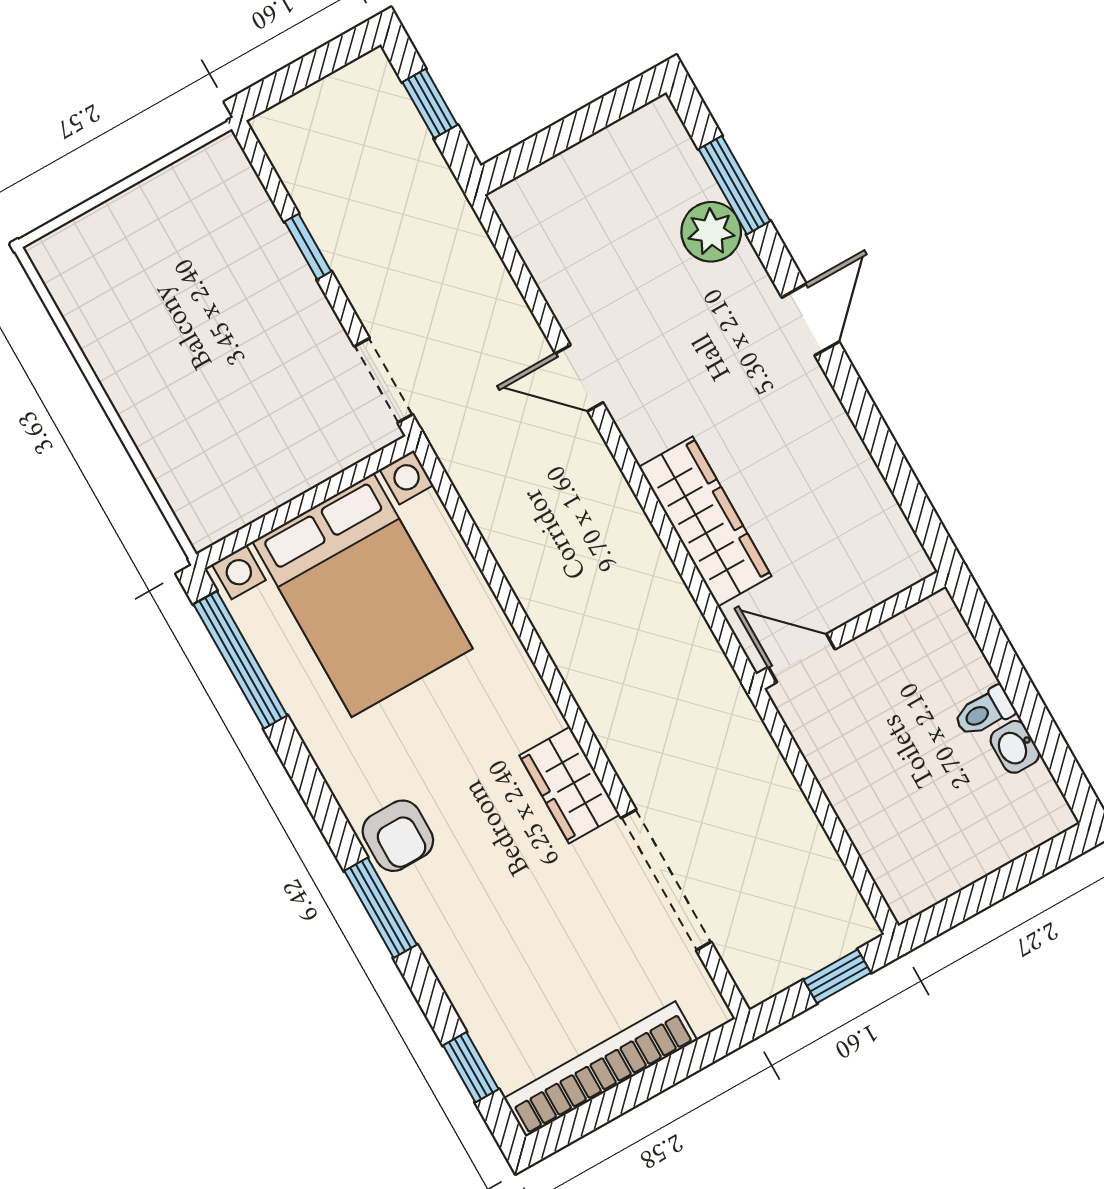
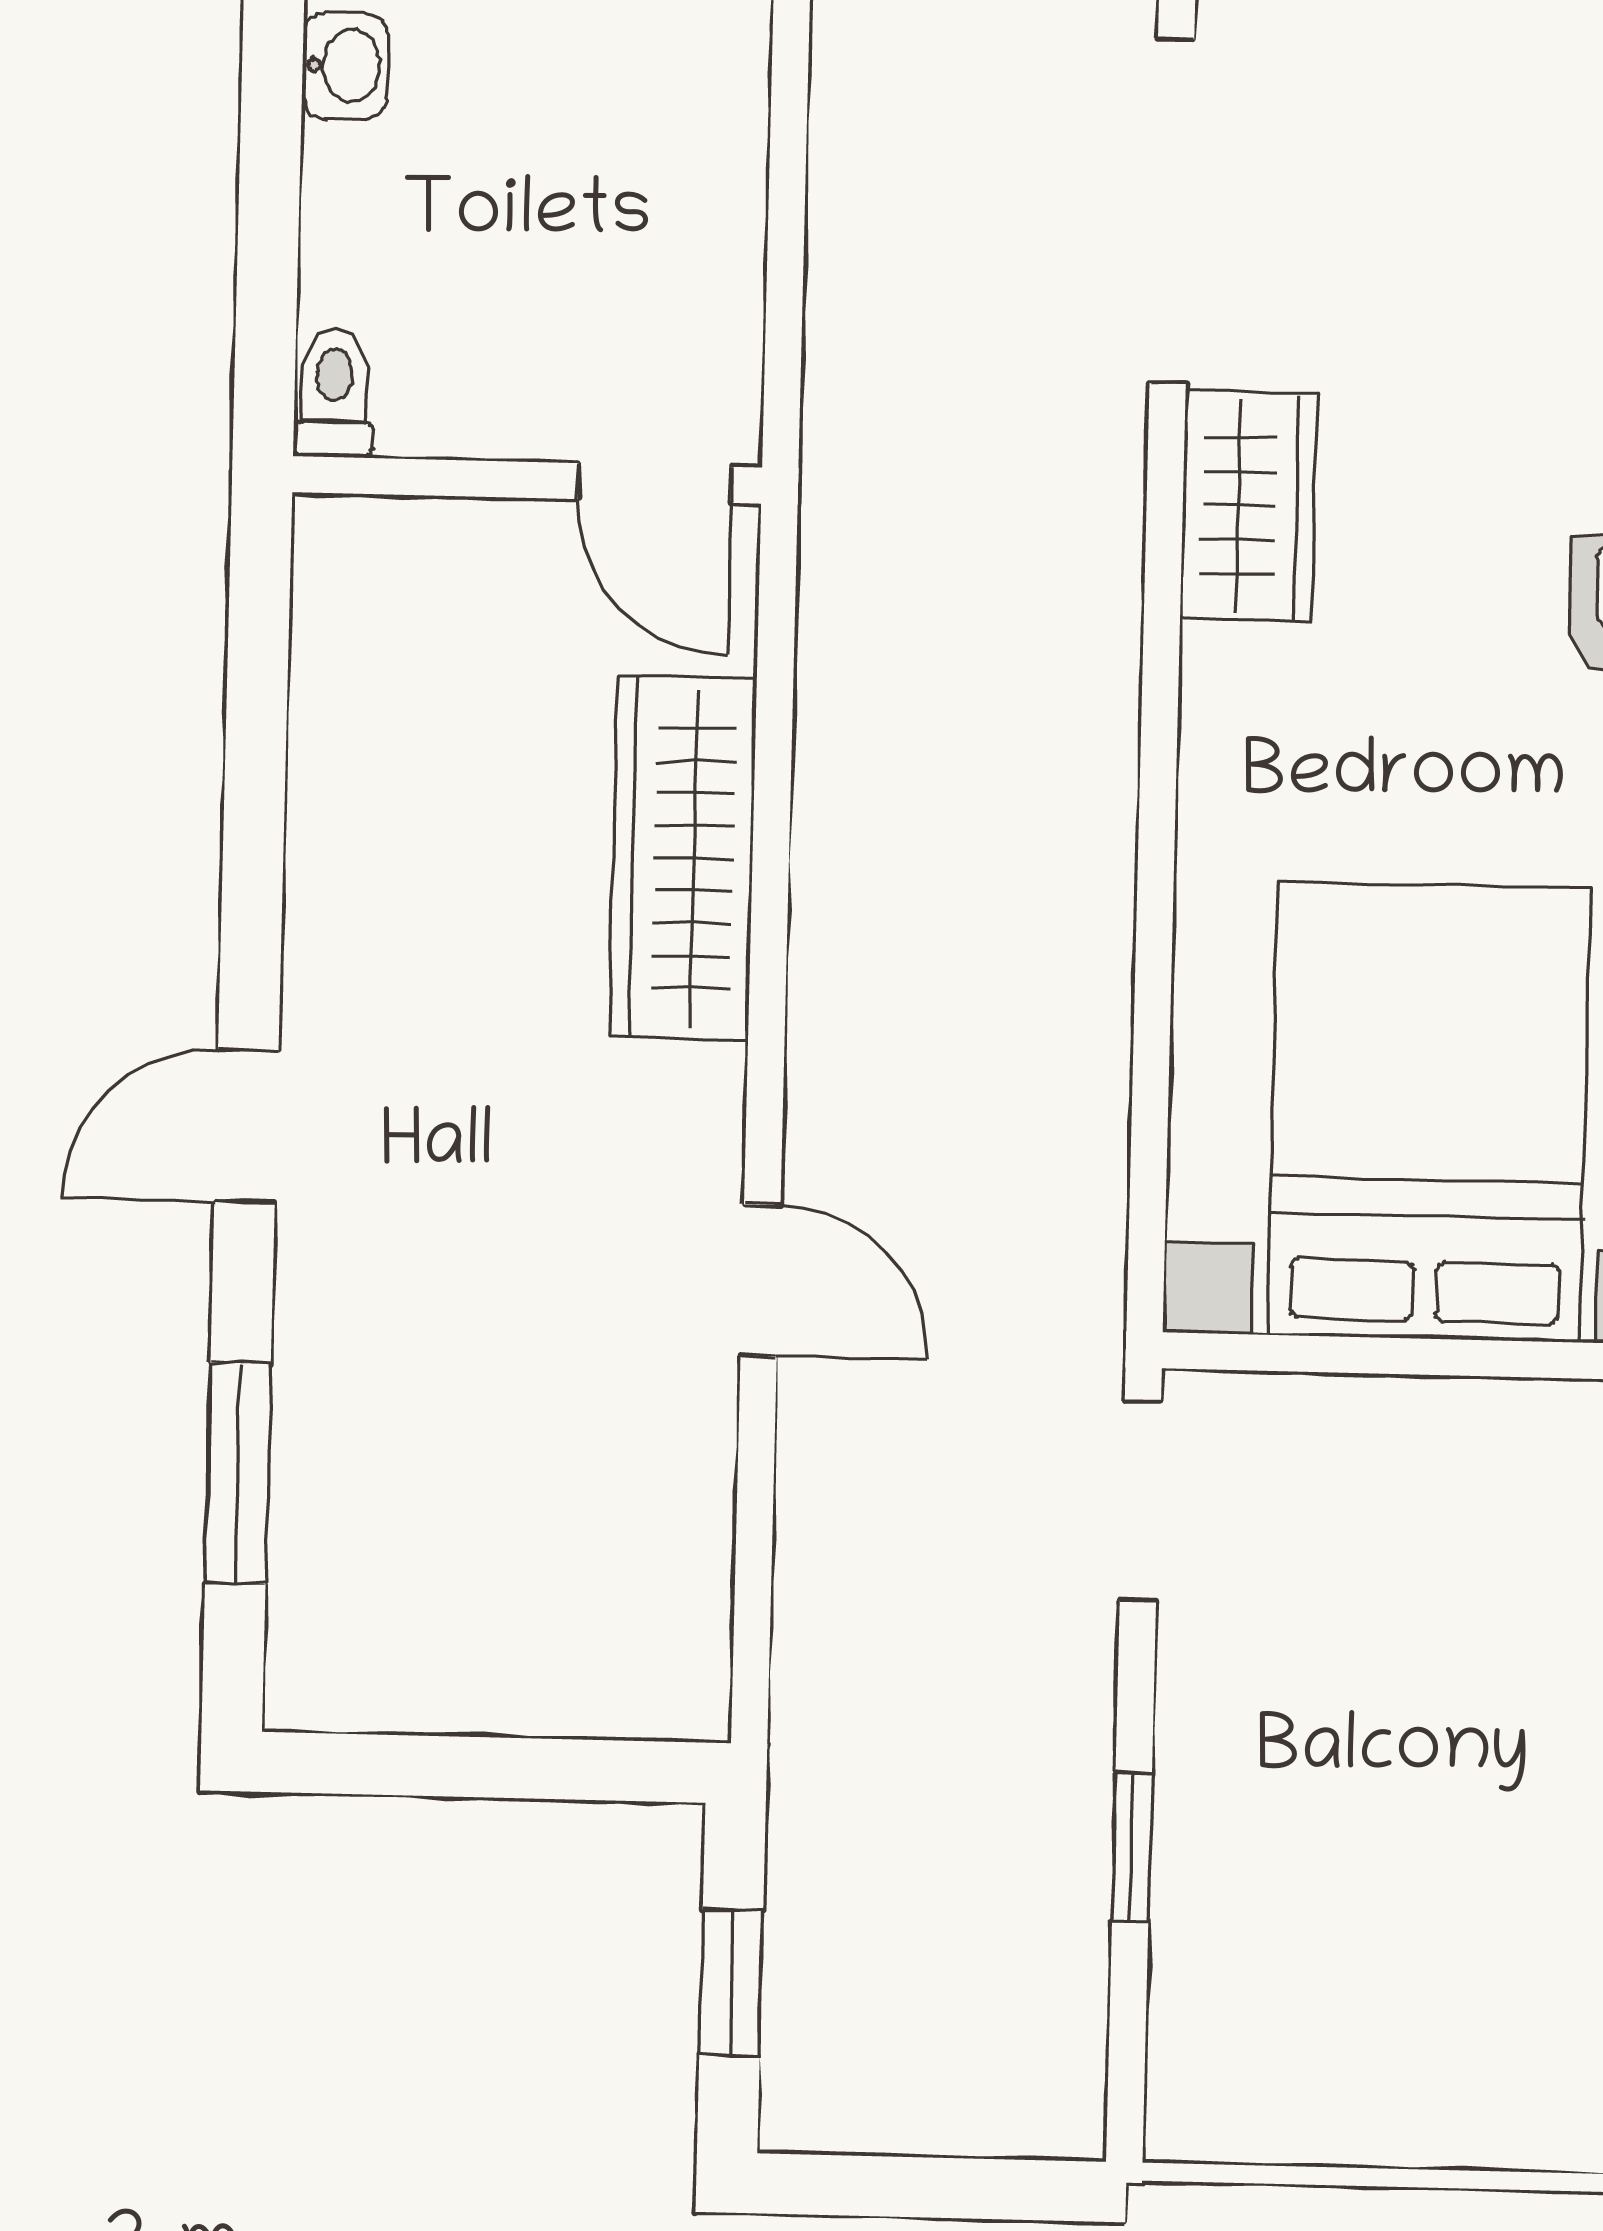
plant: (711, 232) -> (337, 1410), removed
toilet: (984, 712) -> (334, 393), moved, turned -90

